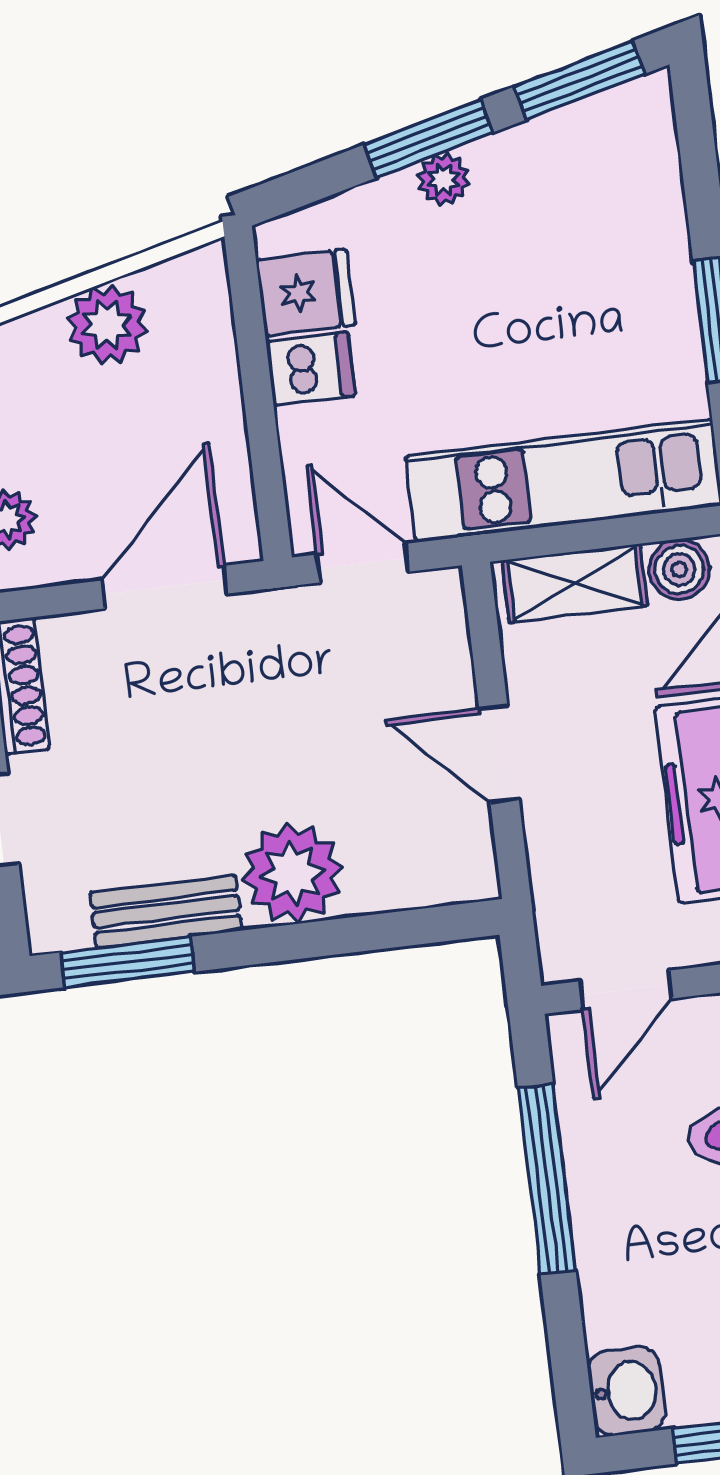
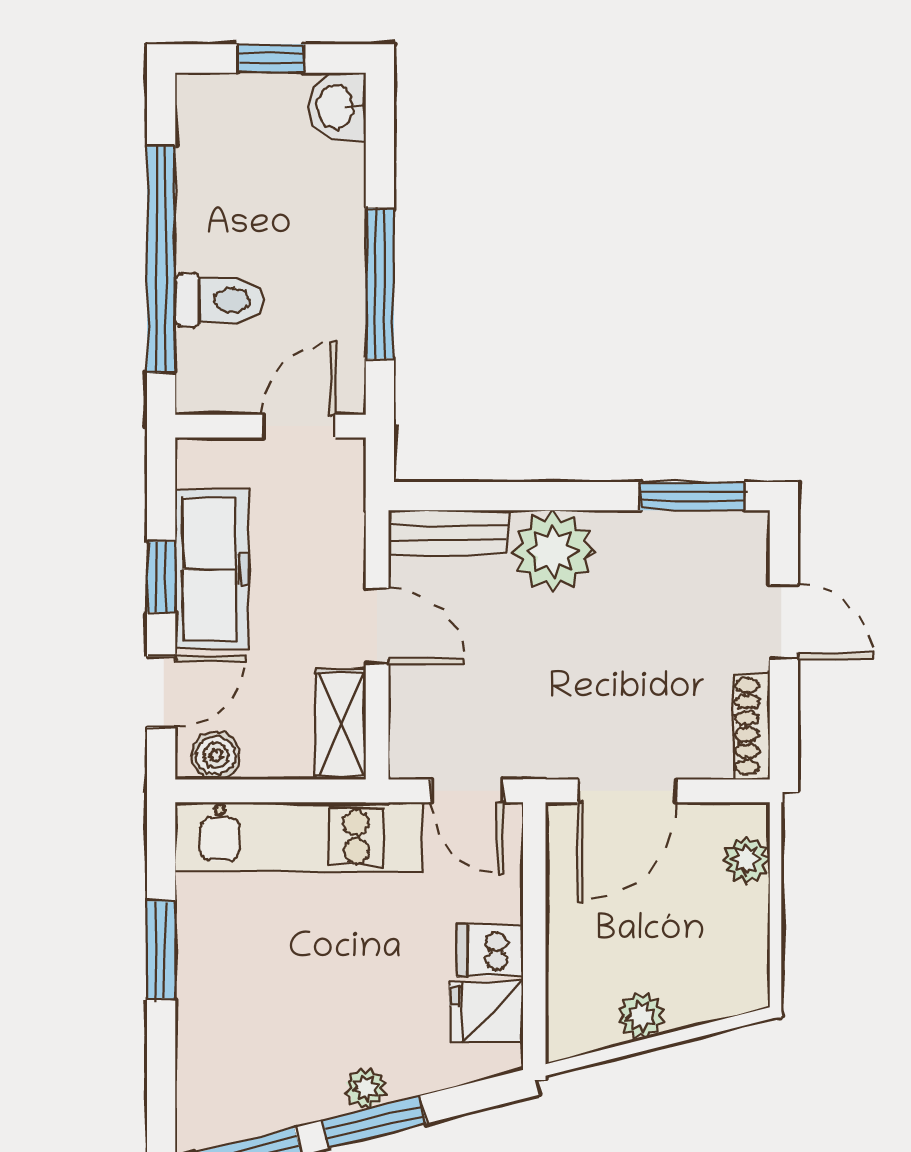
plant: (107, 325) -> (641, 1016), width x0.73, depth x0.73
shelving: (575, 583) -> (341, 724), moved, turned 90
bench: (166, 911) -> (449, 533), moved

